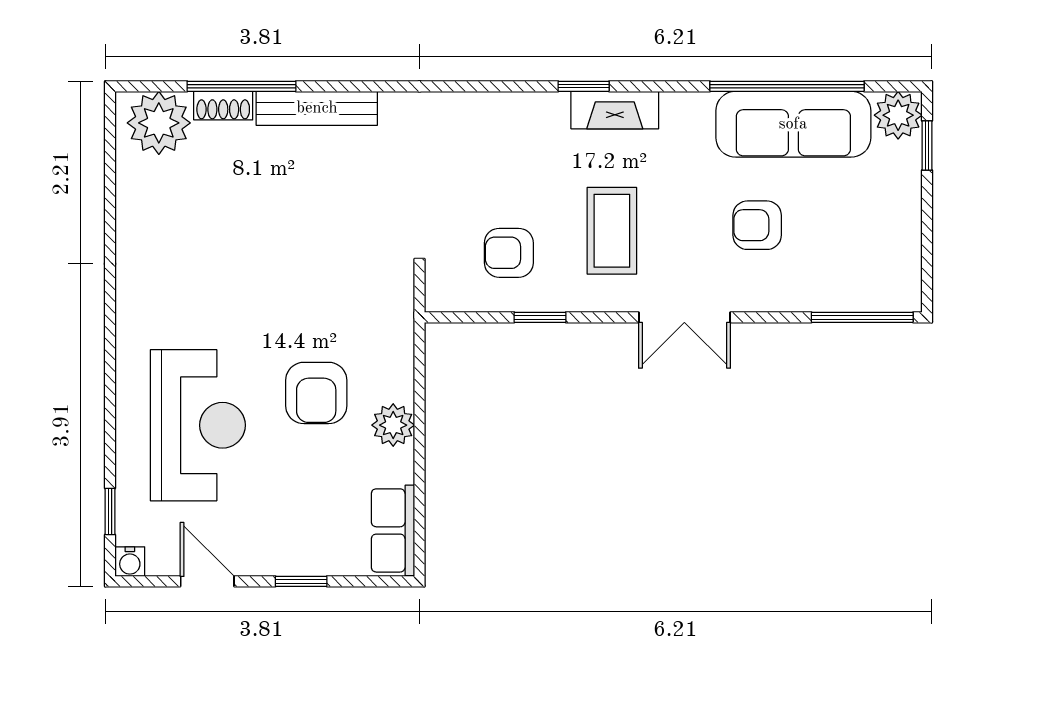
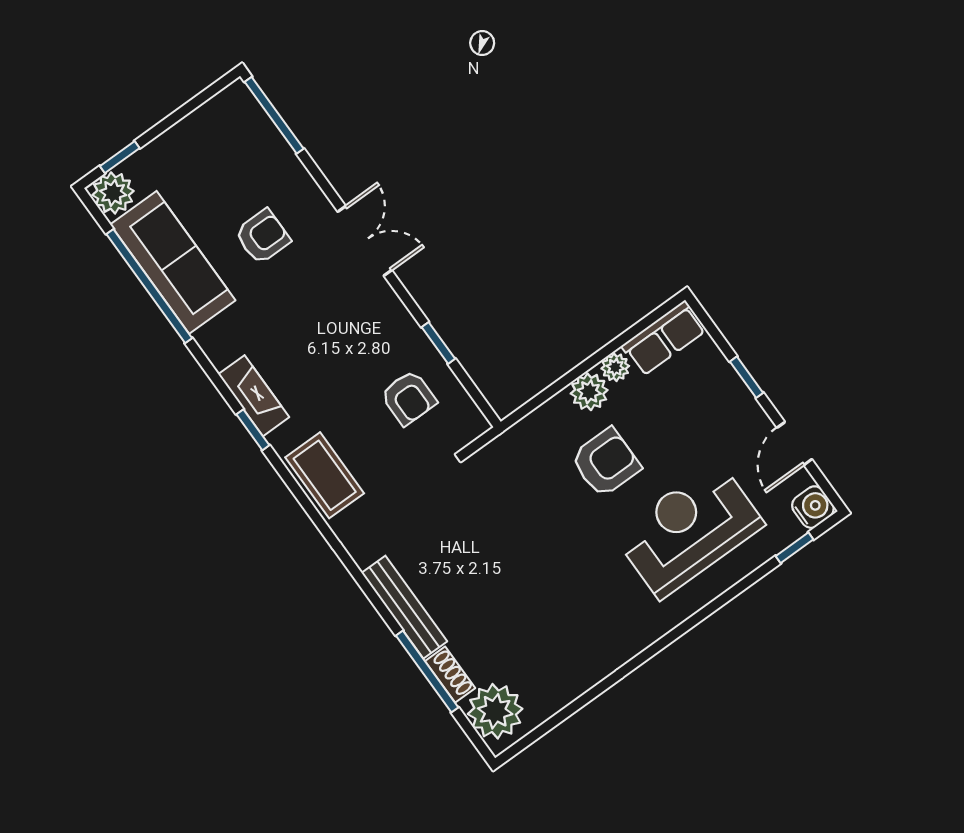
armchair: (757, 225) -> (263, 236), turned -90
coffee table: (612, 231) -> (325, 475), moved, turned 90
plant: (398, 466) -> (615, 367), added
water cooler: (130, 562) -> (813, 507), width x1.38, depth x1.38

